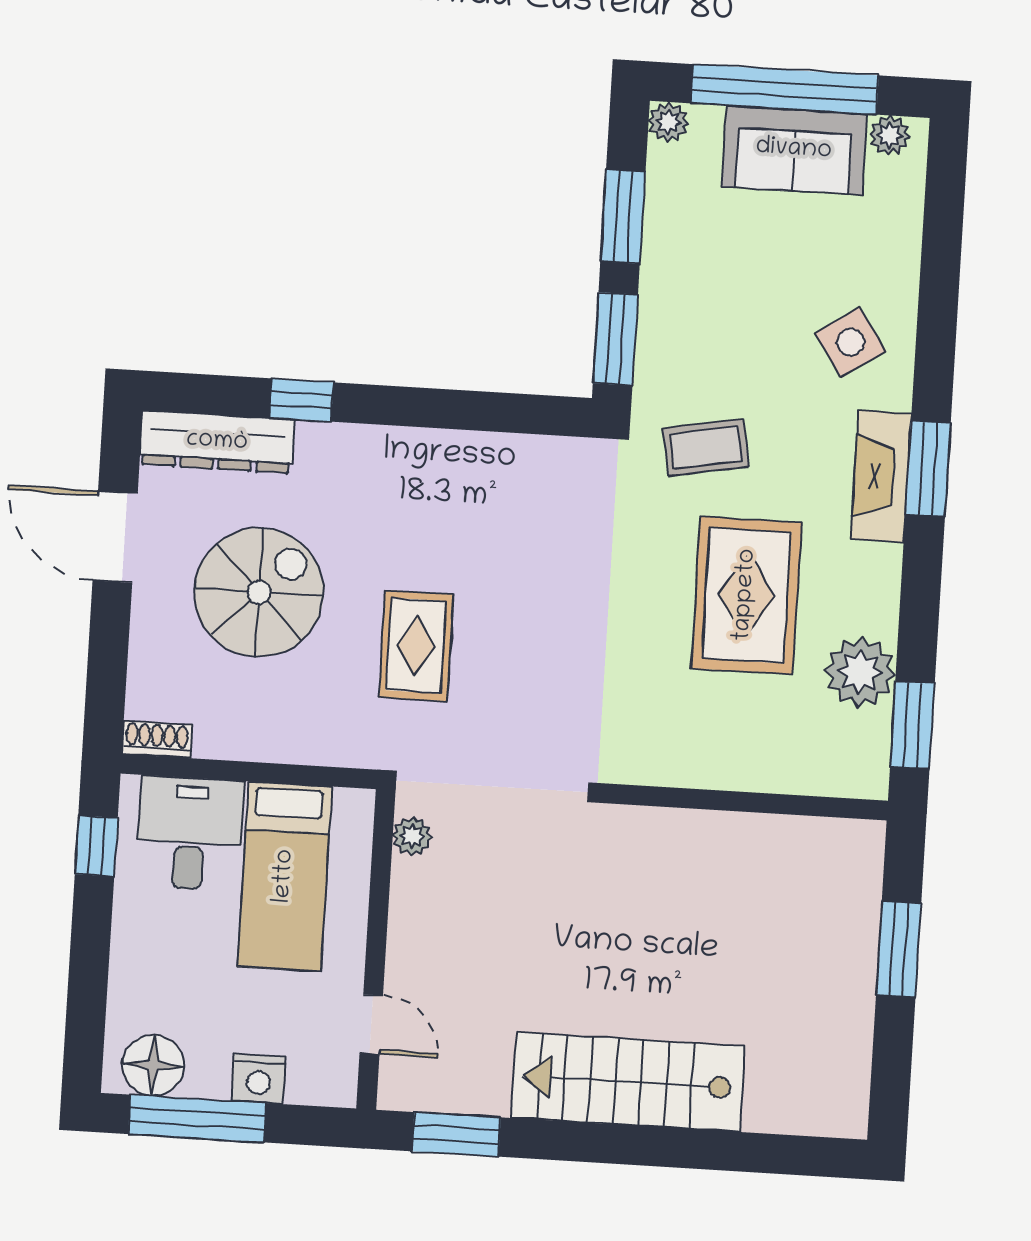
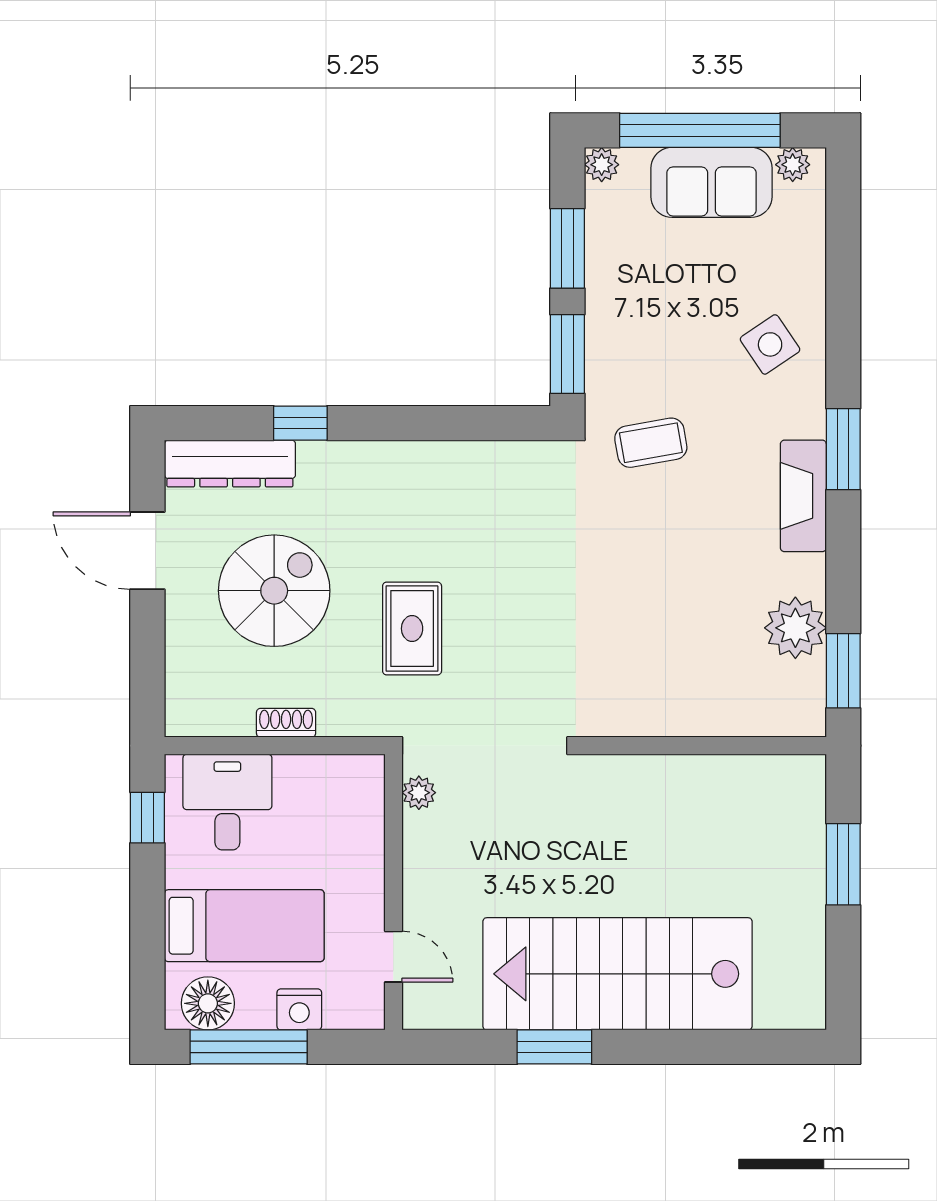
fireplace: (881, 477) -> (803, 496), moved
rug: (746, 595) -> (694, 568), removed
shoe rack: (157, 739) -> (286, 723), moved
bed: (285, 876) -> (244, 926), moved, turned -90
stairs: (628, 1082) -> (617, 974), width x1.36, depth x1.51
window: (456, 1134) -> (554, 1047), moved

